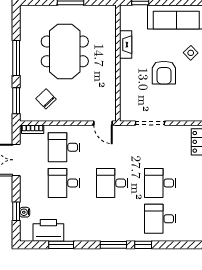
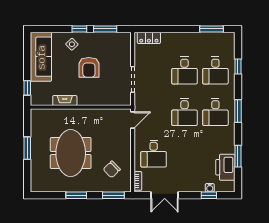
meeting table: (65, 51) -> (71, 153), turned 90
window: (16, 58) -> (76, 195), width x0.69
armchair: (164, 73) -> (89, 67), turned 90
desk: (64, 183) -> (215, 112), moved
window: (143, 245) -> (238, 66), moved

